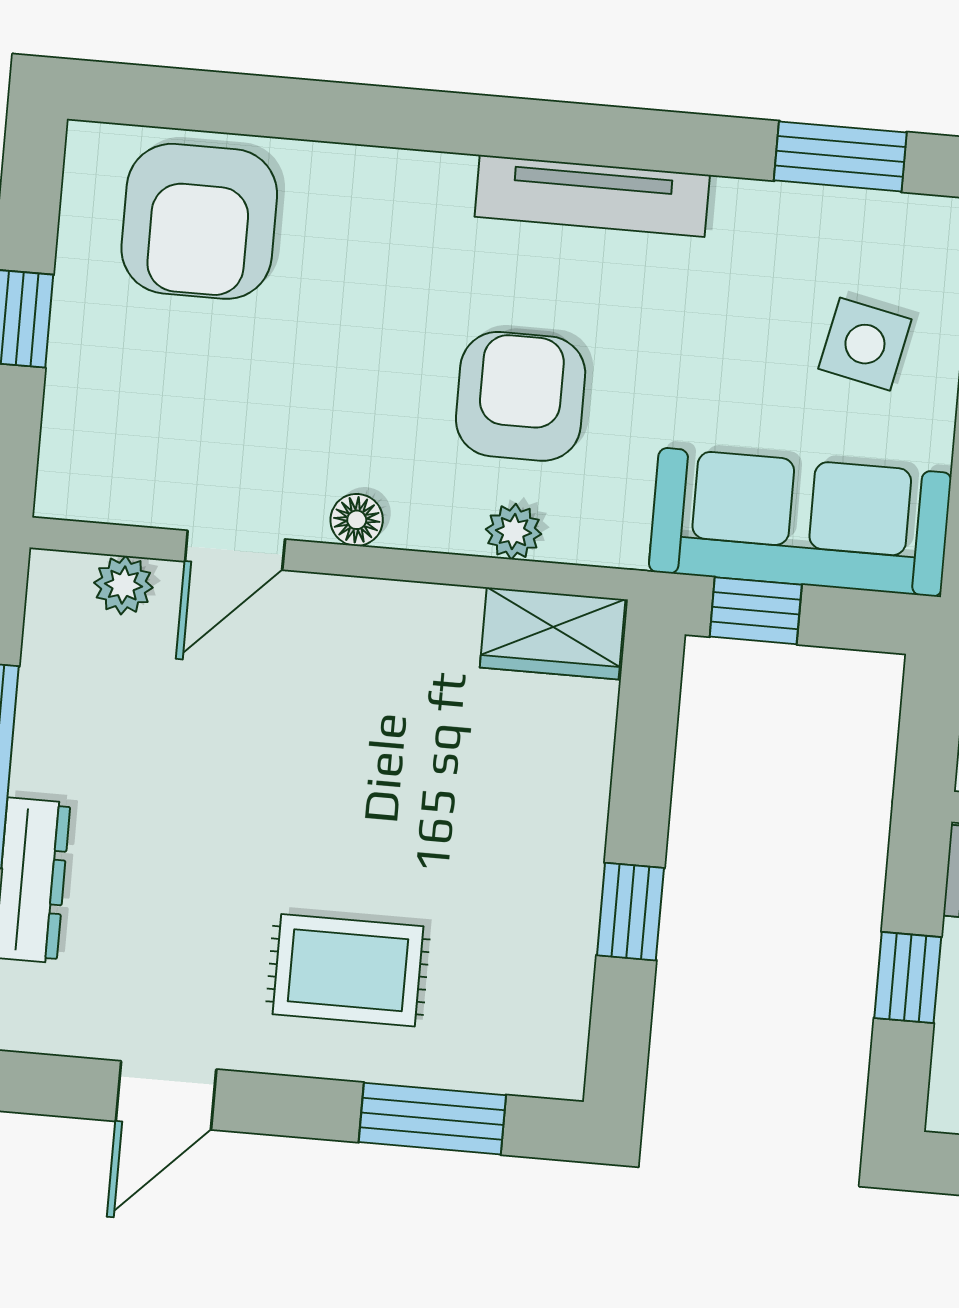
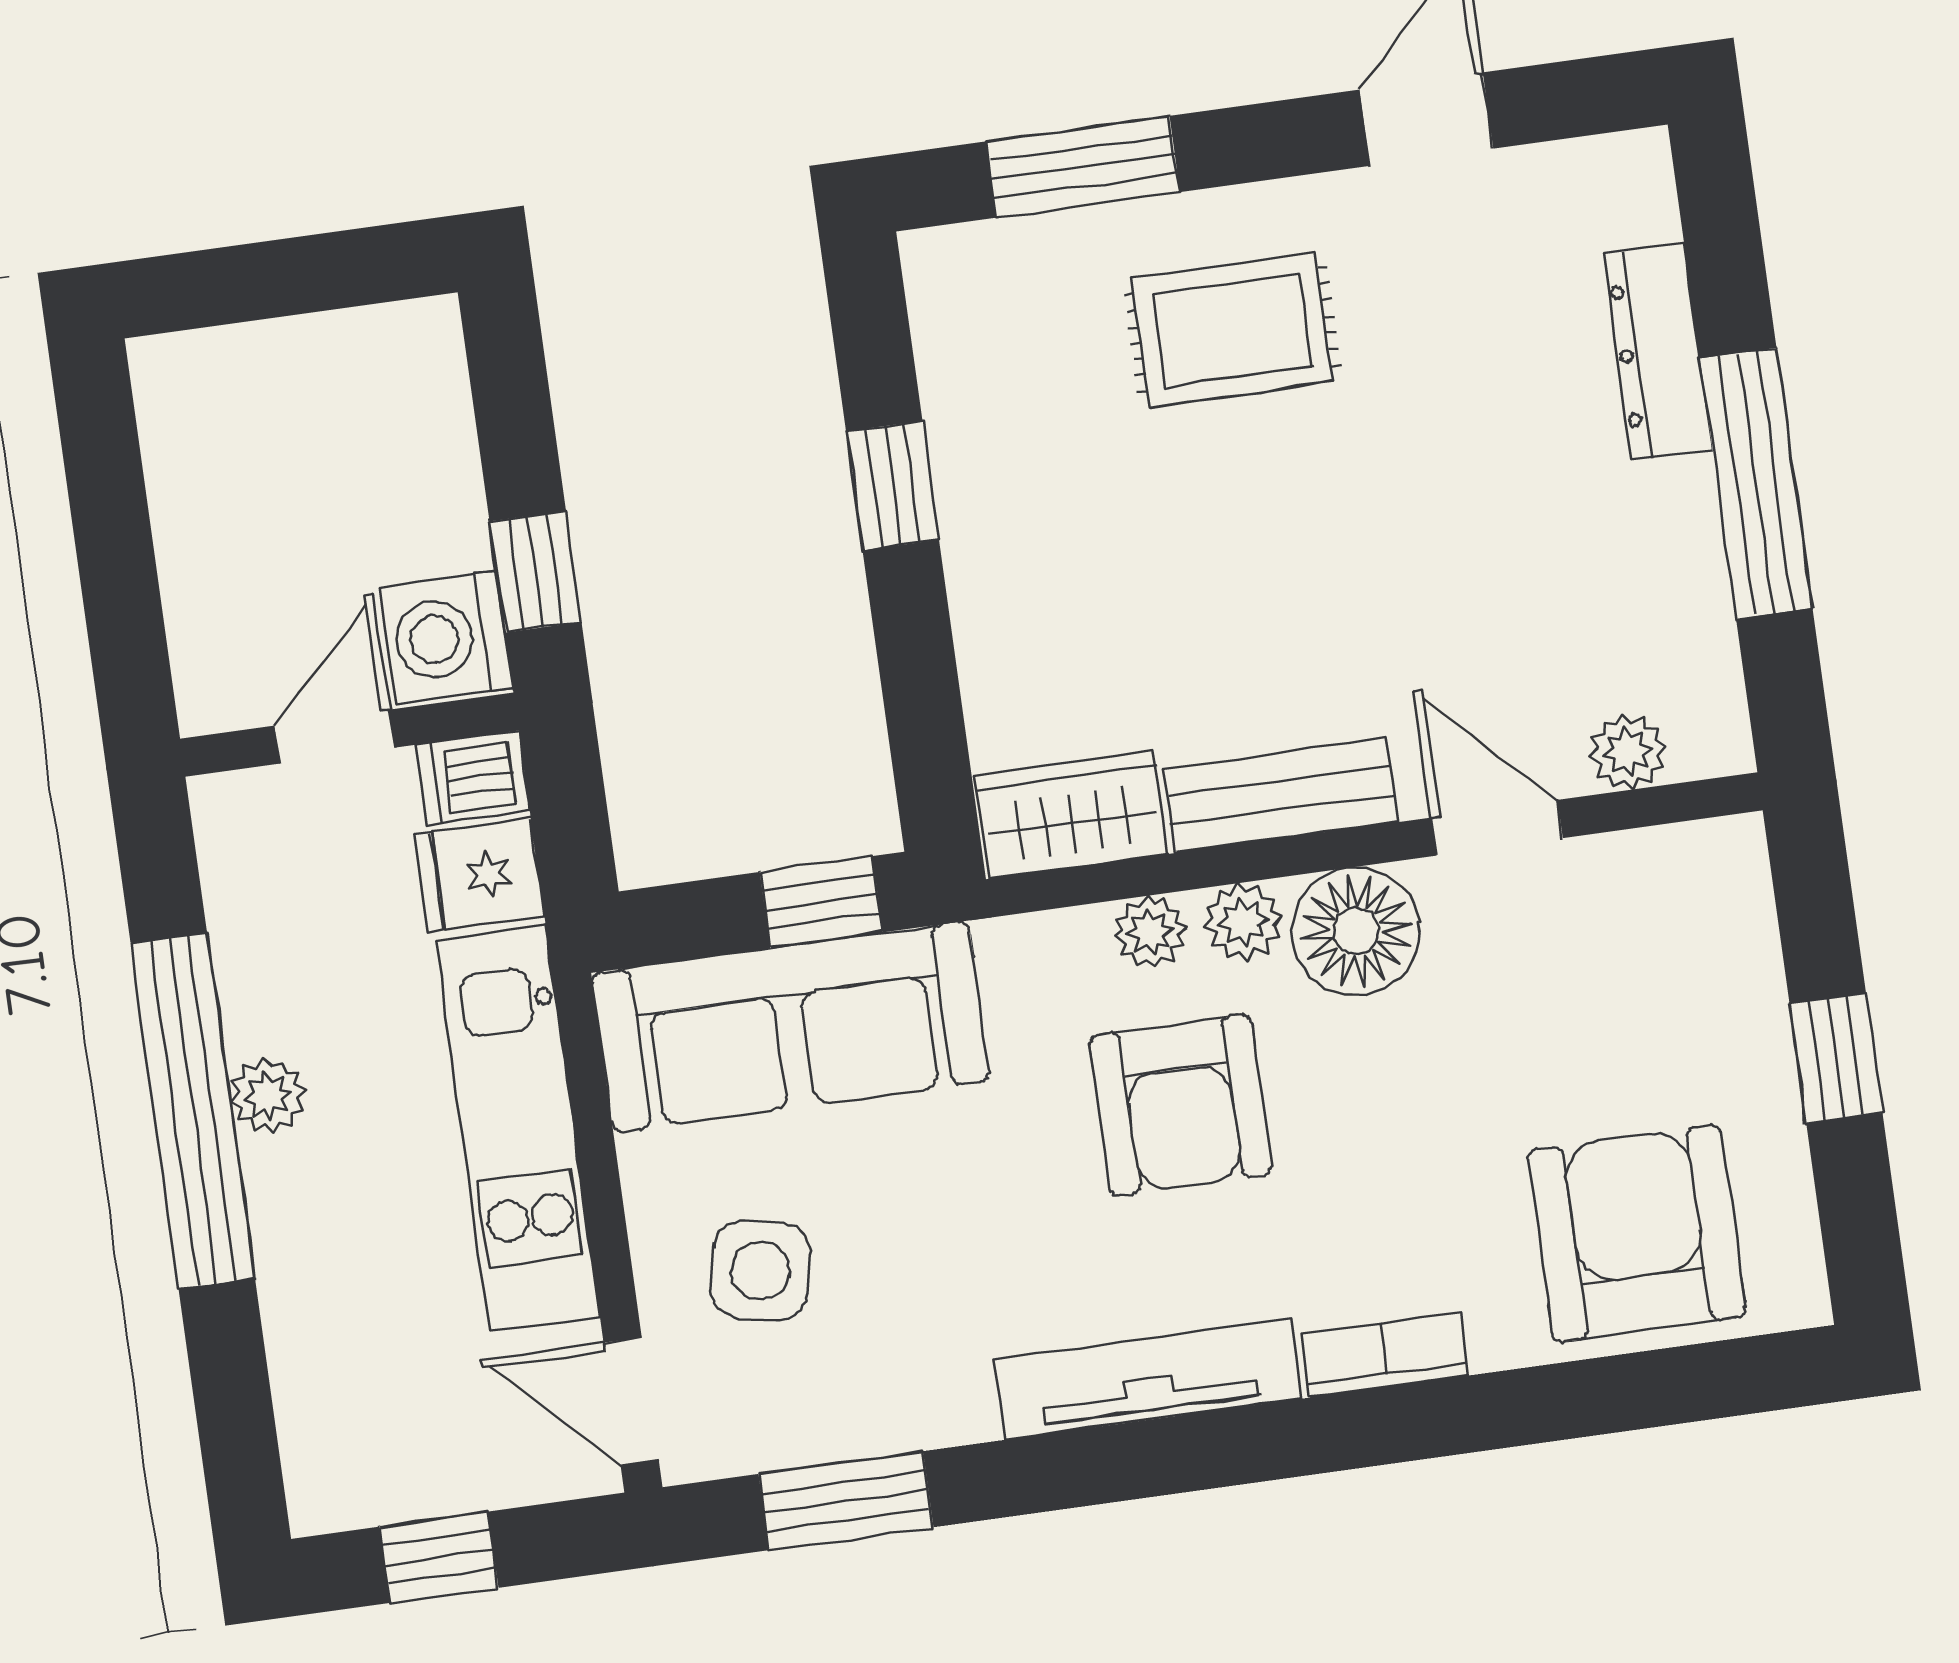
bookcase: (410, 173) -> (1384, 1355), added
floor lamp: (357, 520) -> (1356, 931), width x1.89, depth x1.89
plant: (442, 523) -> (1243, 922), added
door: (235, 550) -> (1497, 828), hinge flipped
bench: (392, 612) -> (1281, 795), added
window: (908, 978) -> (535, 572), moved

